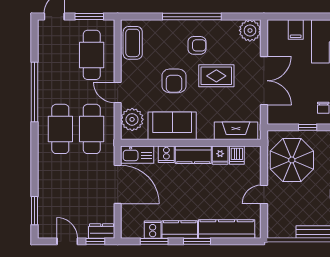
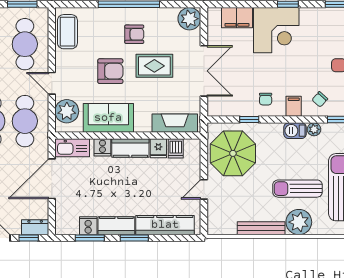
filing cabinet: (296, 29) -> (237, 18), width x2.00
armchair: (174, 81) -> (110, 71), turned -90
door: (118, 184) -> (52, 179), swing flipped

